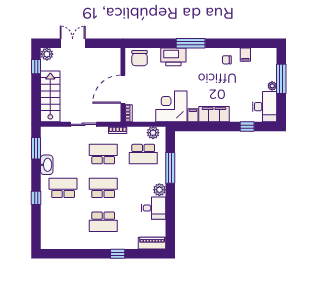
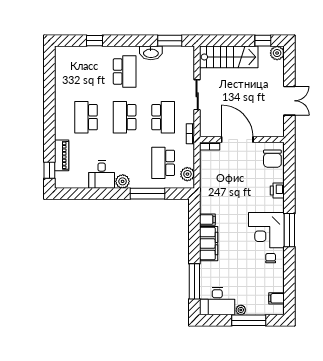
double door: (73, 43) -> (289, 101), moved
window: (191, 43) -> (289, 230), moved
filing cabinet: (245, 55) -> (276, 298), moved
printer: (173, 57) -> (277, 191), width x0.53, depth x0.68
chair: (140, 58) -> (272, 159), turned -90
corner desk: (171, 106) -> (266, 230), moved, turned 180
window: (247, 127) -> (194, 281), width x2.17
school desk: (103, 188) -> (125, 117), turned 180
window: (36, 198) -> (94, 41), moved
piano: (152, 243) -> (62, 155), moved
window: (118, 254) -> (49, 170), moved

